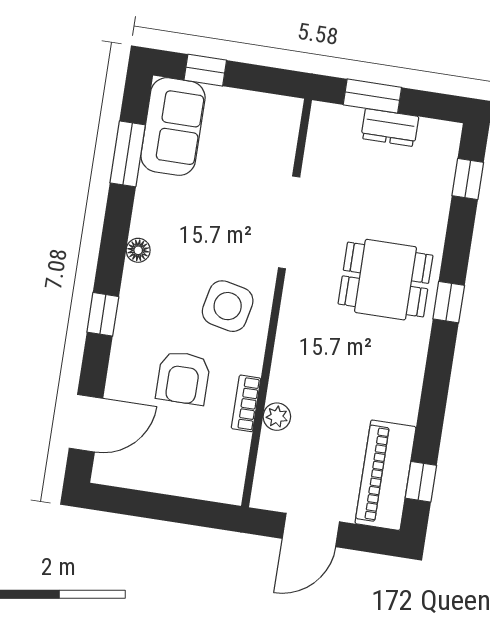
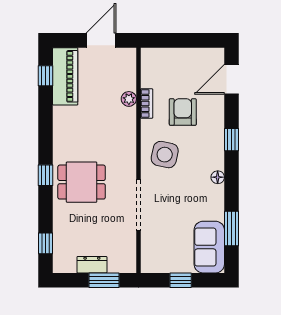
window: (205, 70) -> (181, 280), moved

